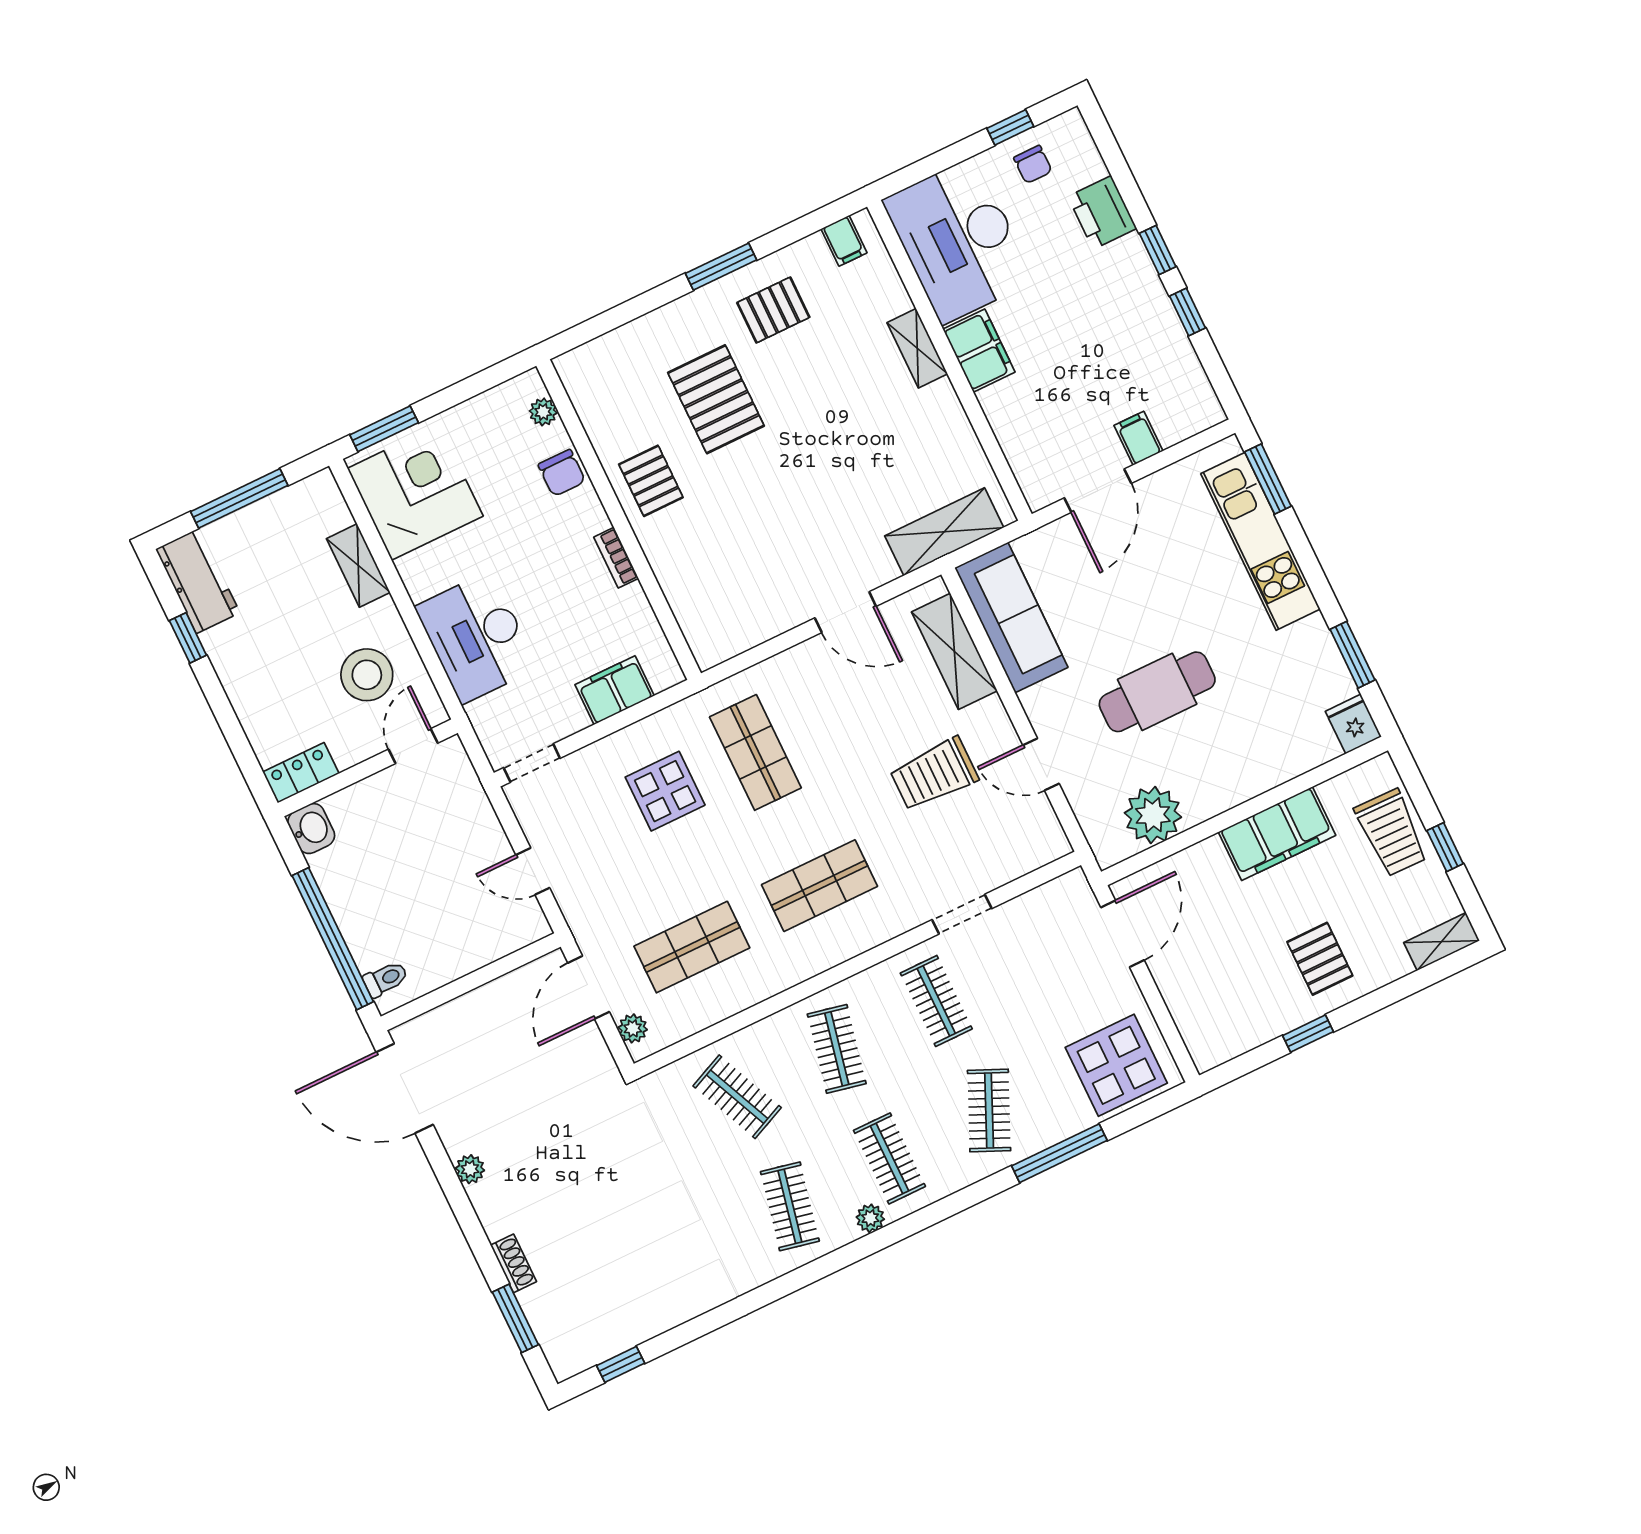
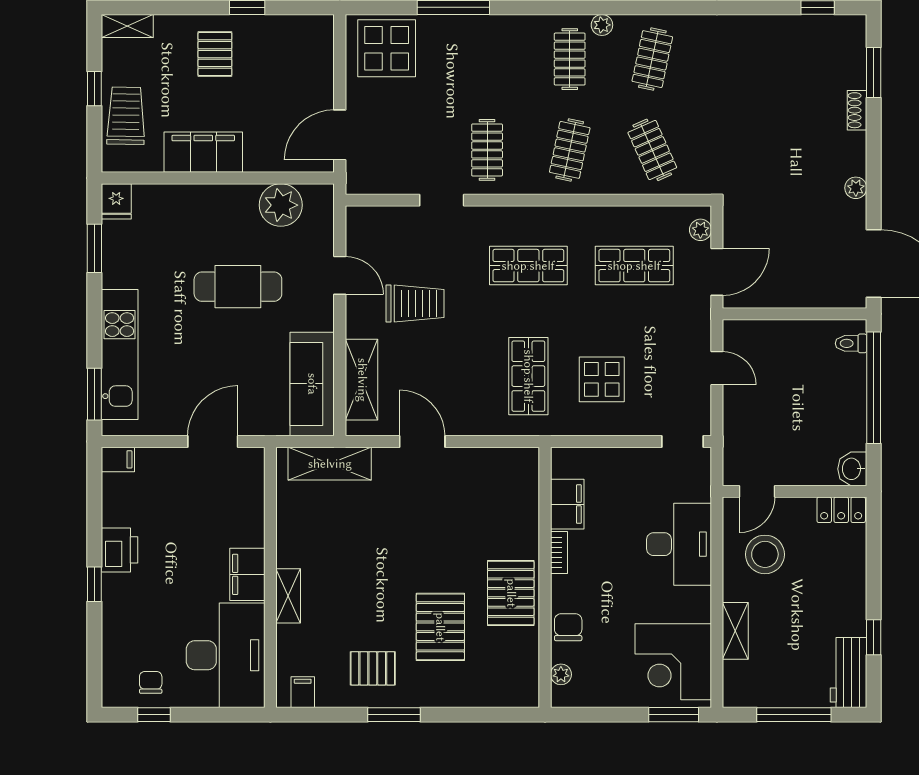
printer: (1102, 212) -> (120, 550), moved
window: (1188, 312) -> (94, 533), removed
filing cabinet: (1138, 438) -> (118, 459), moved, turned -90
pallet: (651, 481) -> (511, 593), width x1.50, depth x1.42
filing cabinet: (615, 690) -> (567, 504), moved, turned -90
clothes rail: (989, 1110) -> (487, 59), removed

